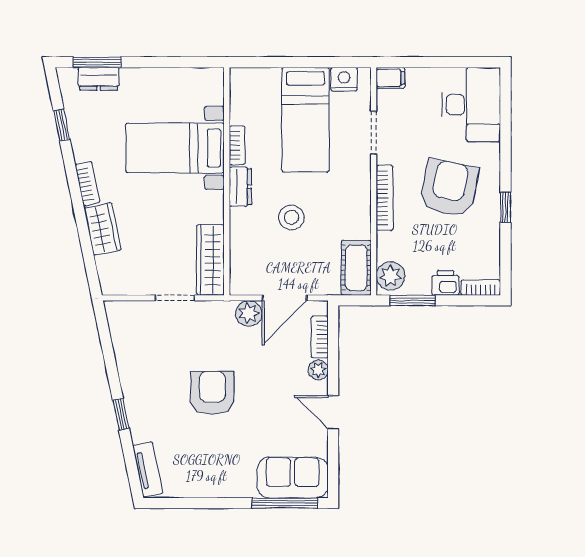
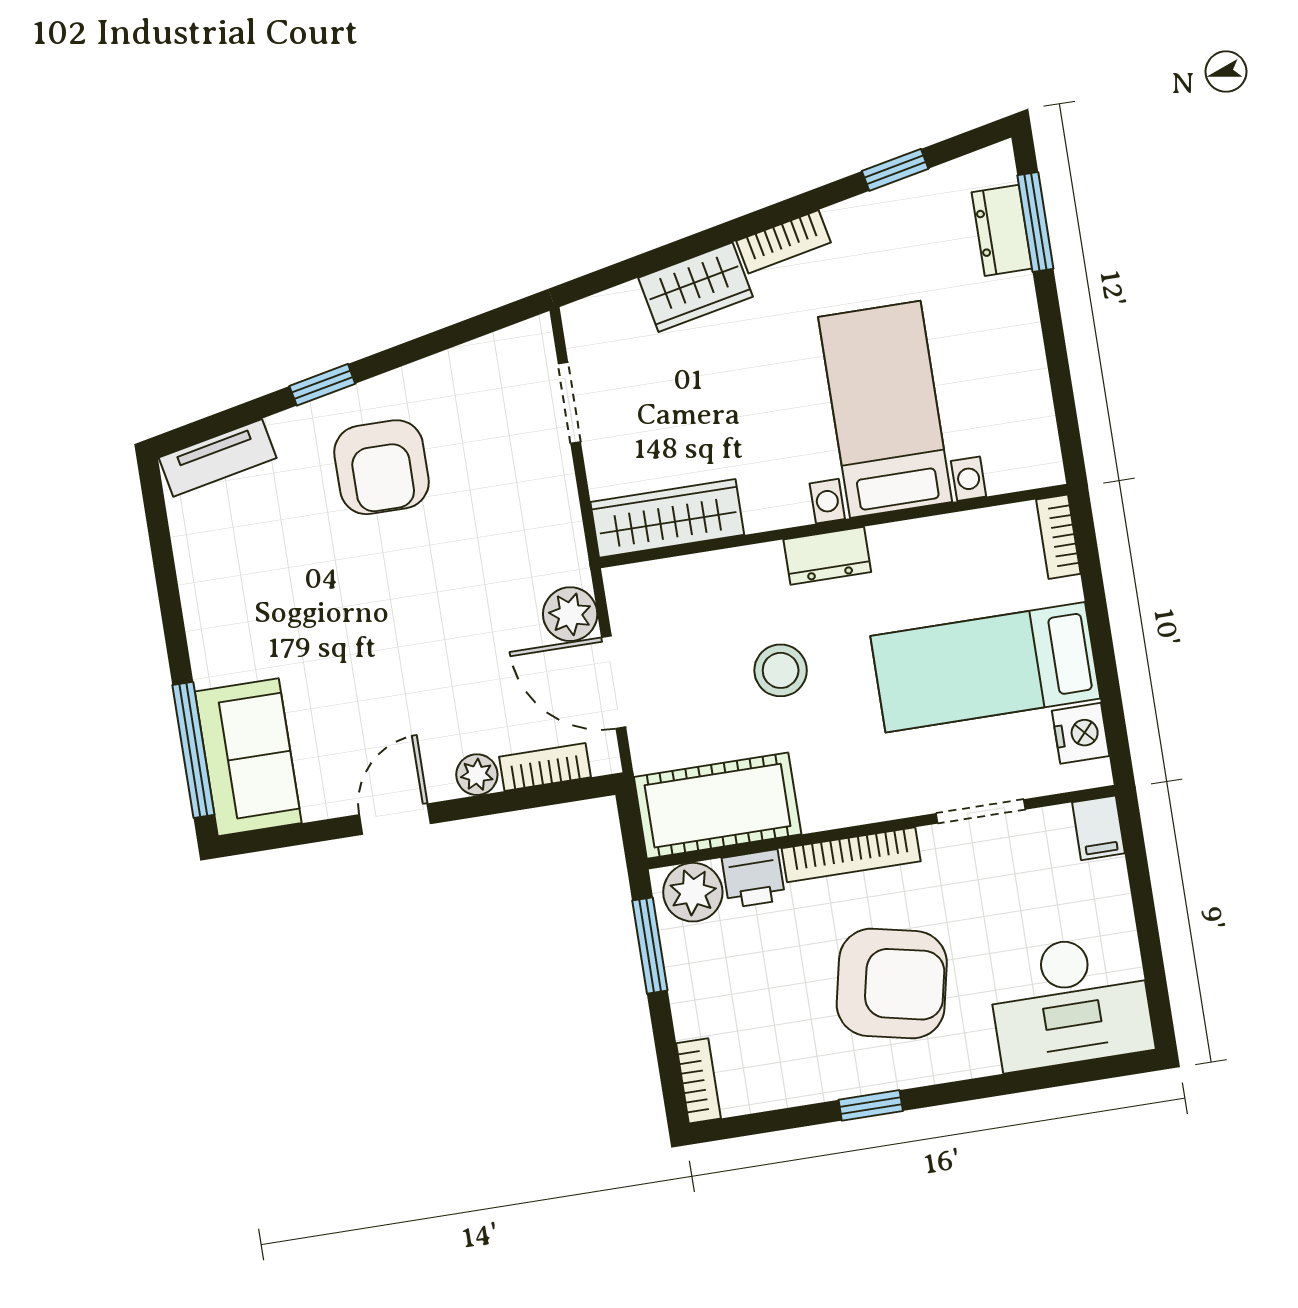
bookcase: (237, 145) -> (1058, 537), moved, turned 90
cot: (356, 268) -> (718, 806), width x1.37, depth x1.34
printer: (445, 283) -> (754, 879), moved, turned 90
doorway: (175, 298) -> (569, 403), moved
armchair: (212, 393) -> (382, 467), moved, turned 90

